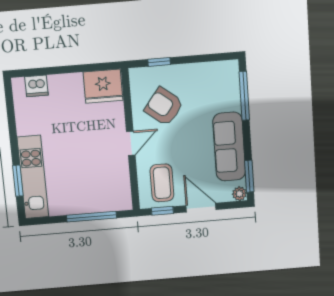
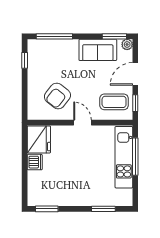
window: (159, 62) -> (25, 60), moved
dishwasher: (37, 86) -> (35, 162), moved
window: (10, 105) -> (47, 209), added
sofa: (229, 147) -> (98, 50), width x0.73
kitchen unit: (33, 177) -> (124, 157), moved, turned -90

